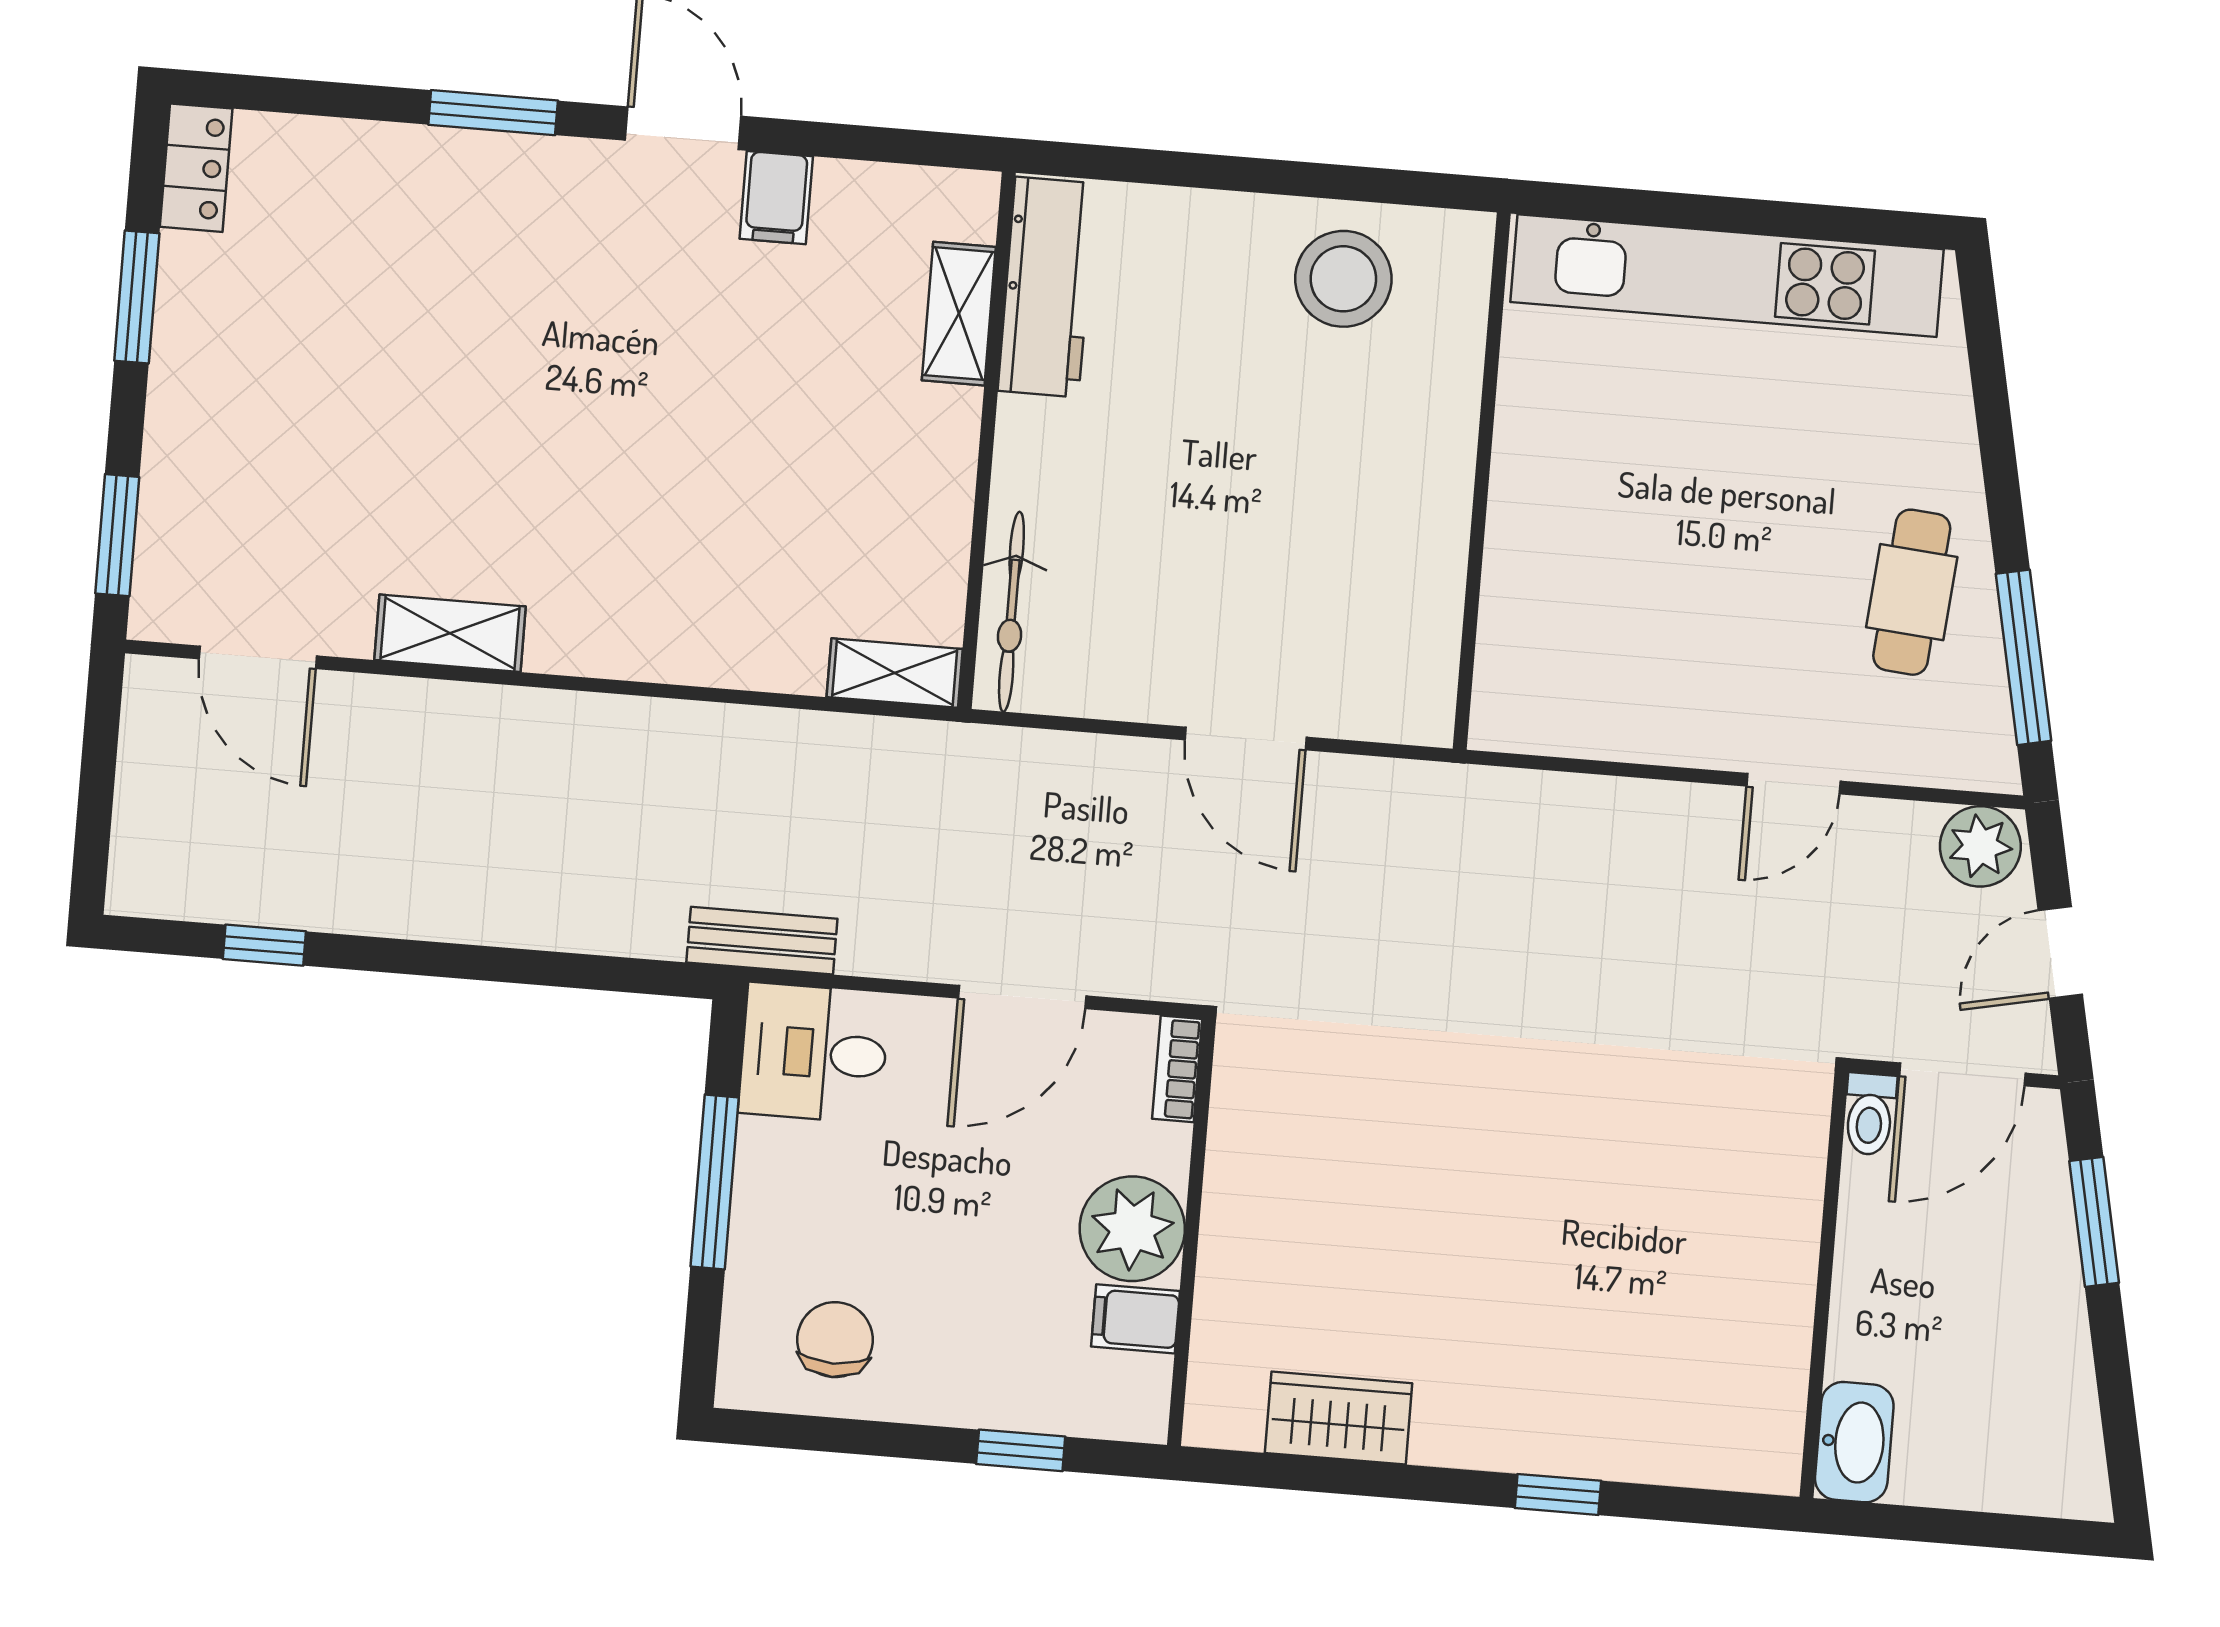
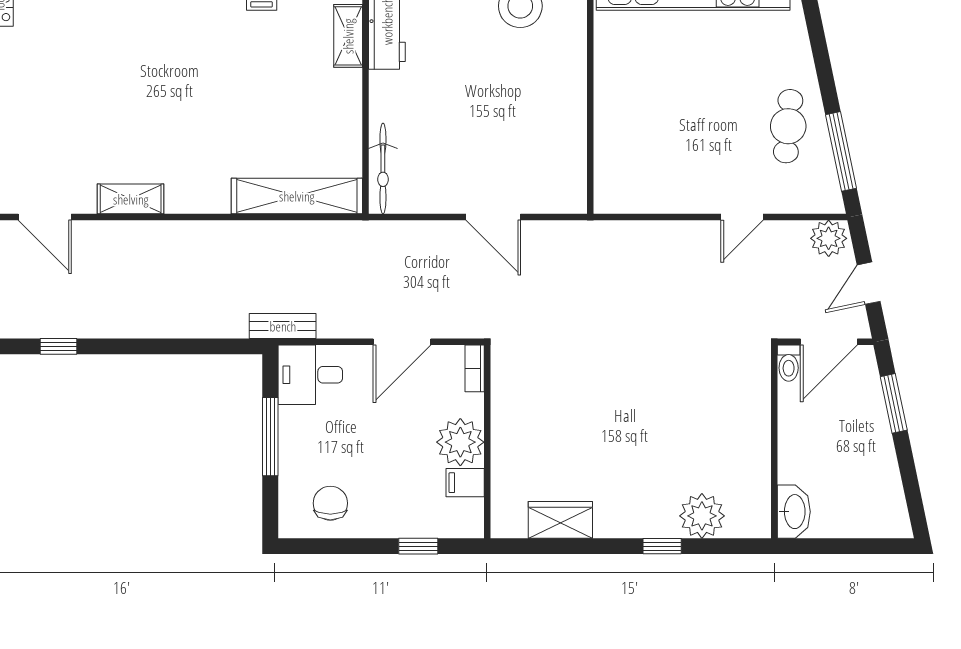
shelving: (895, 673) -> (297, 196), width x2.20, depth x1.33
plant: (1651, 1435) -> (702, 516), added

